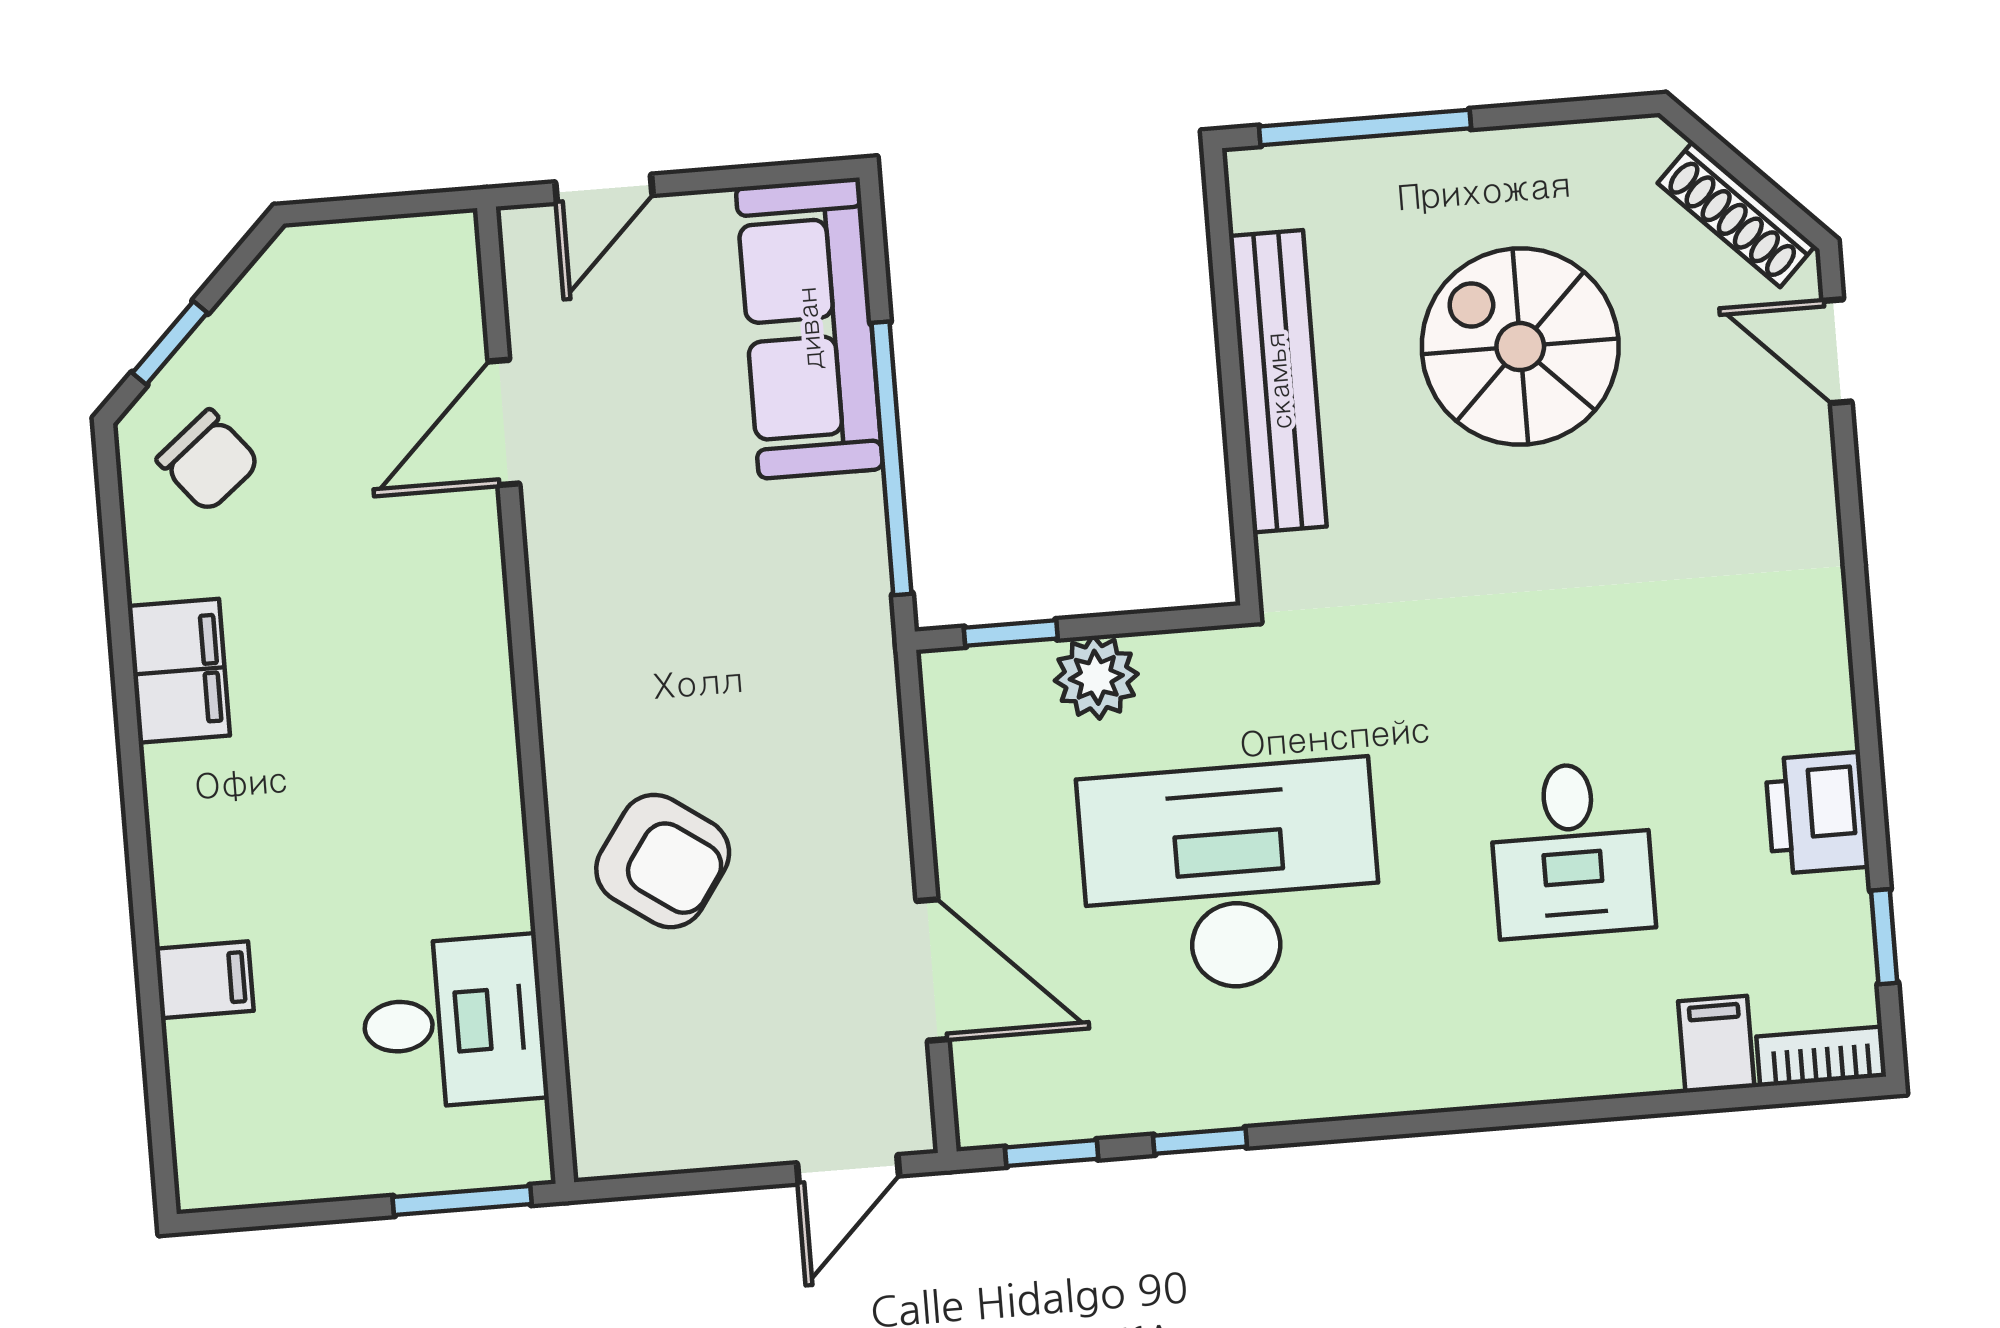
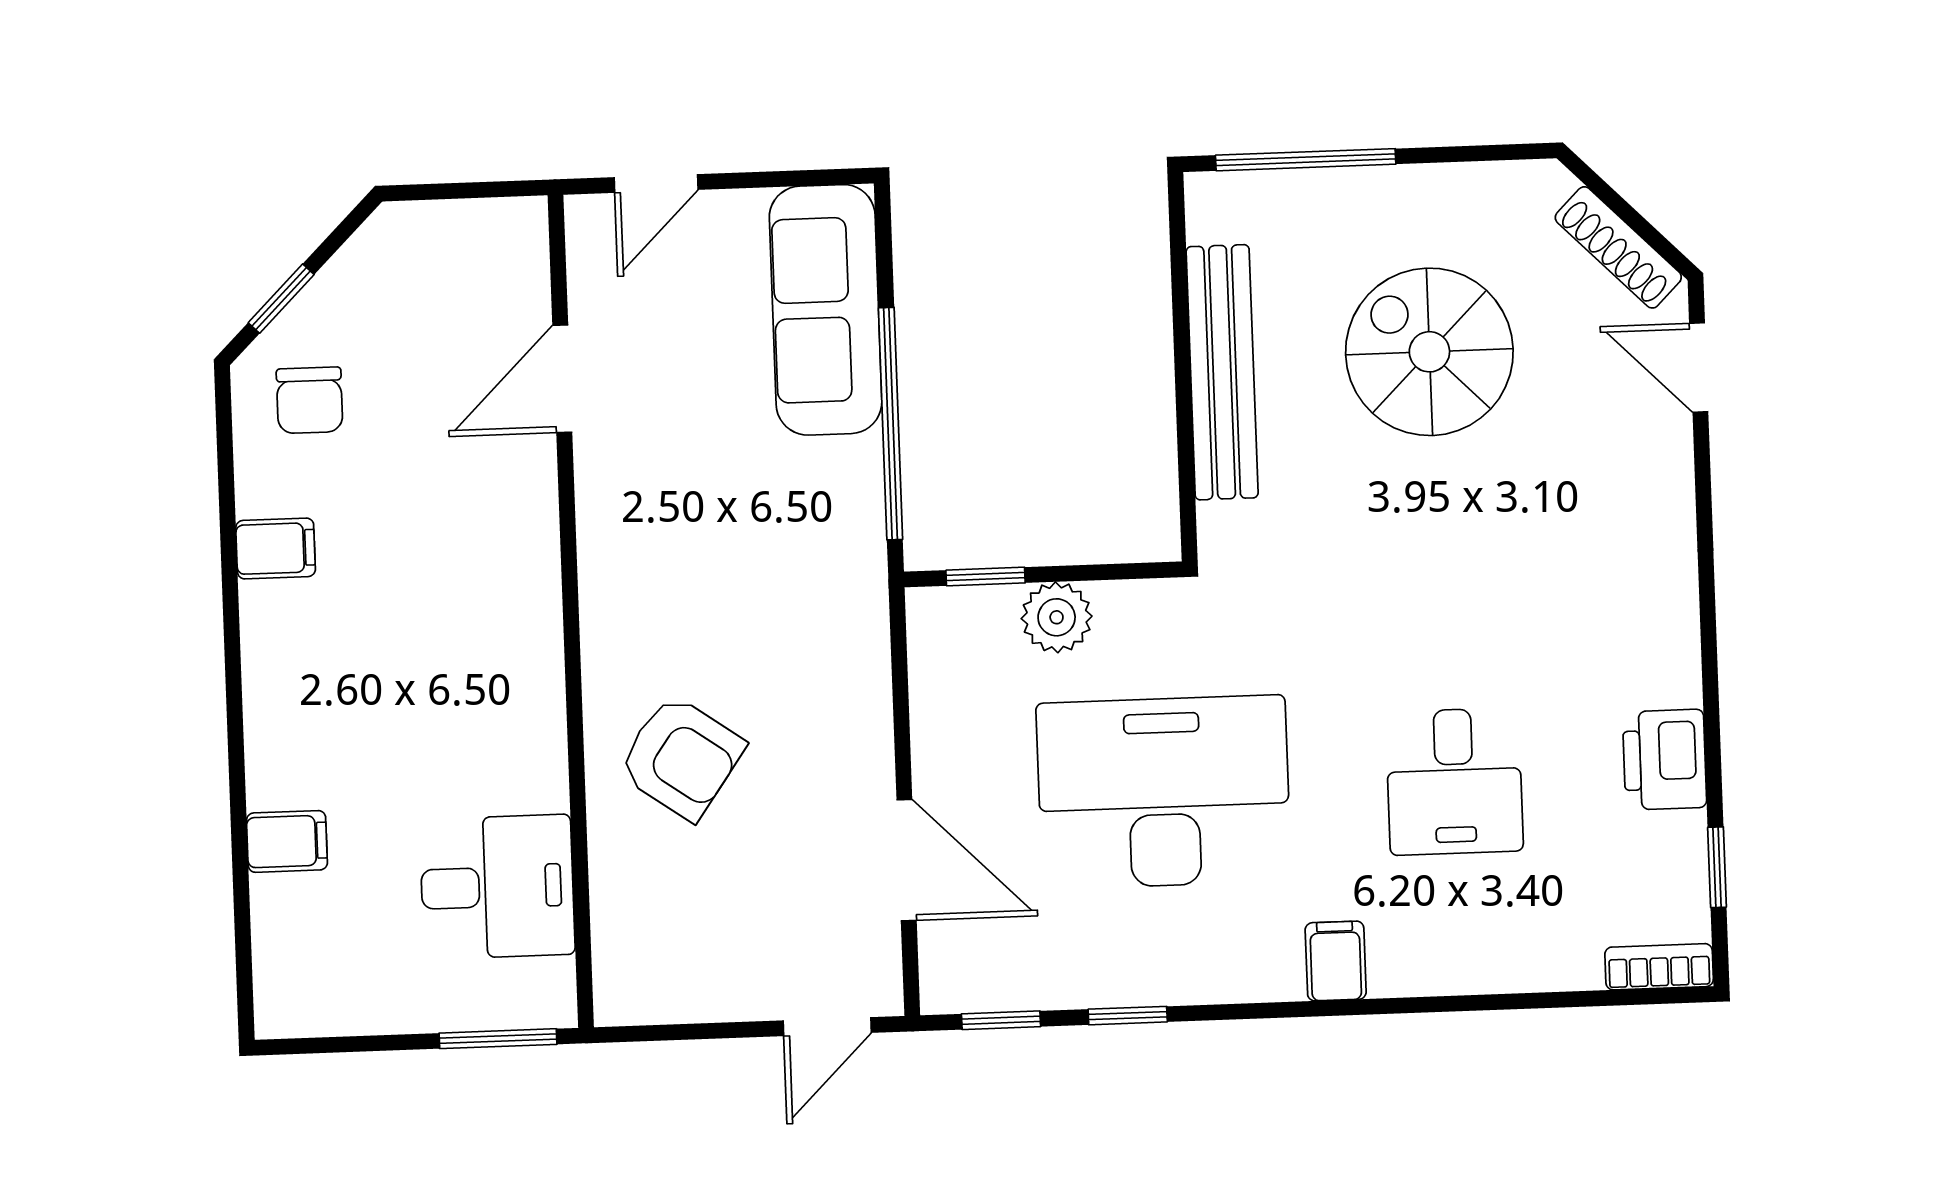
chair: (208, 461) -> (310, 400), turned 39
filing cabinet: (179, 671) -> (276, 548), width x0.50
filing cabinet: (1716, 1044) -> (1336, 961), moved

